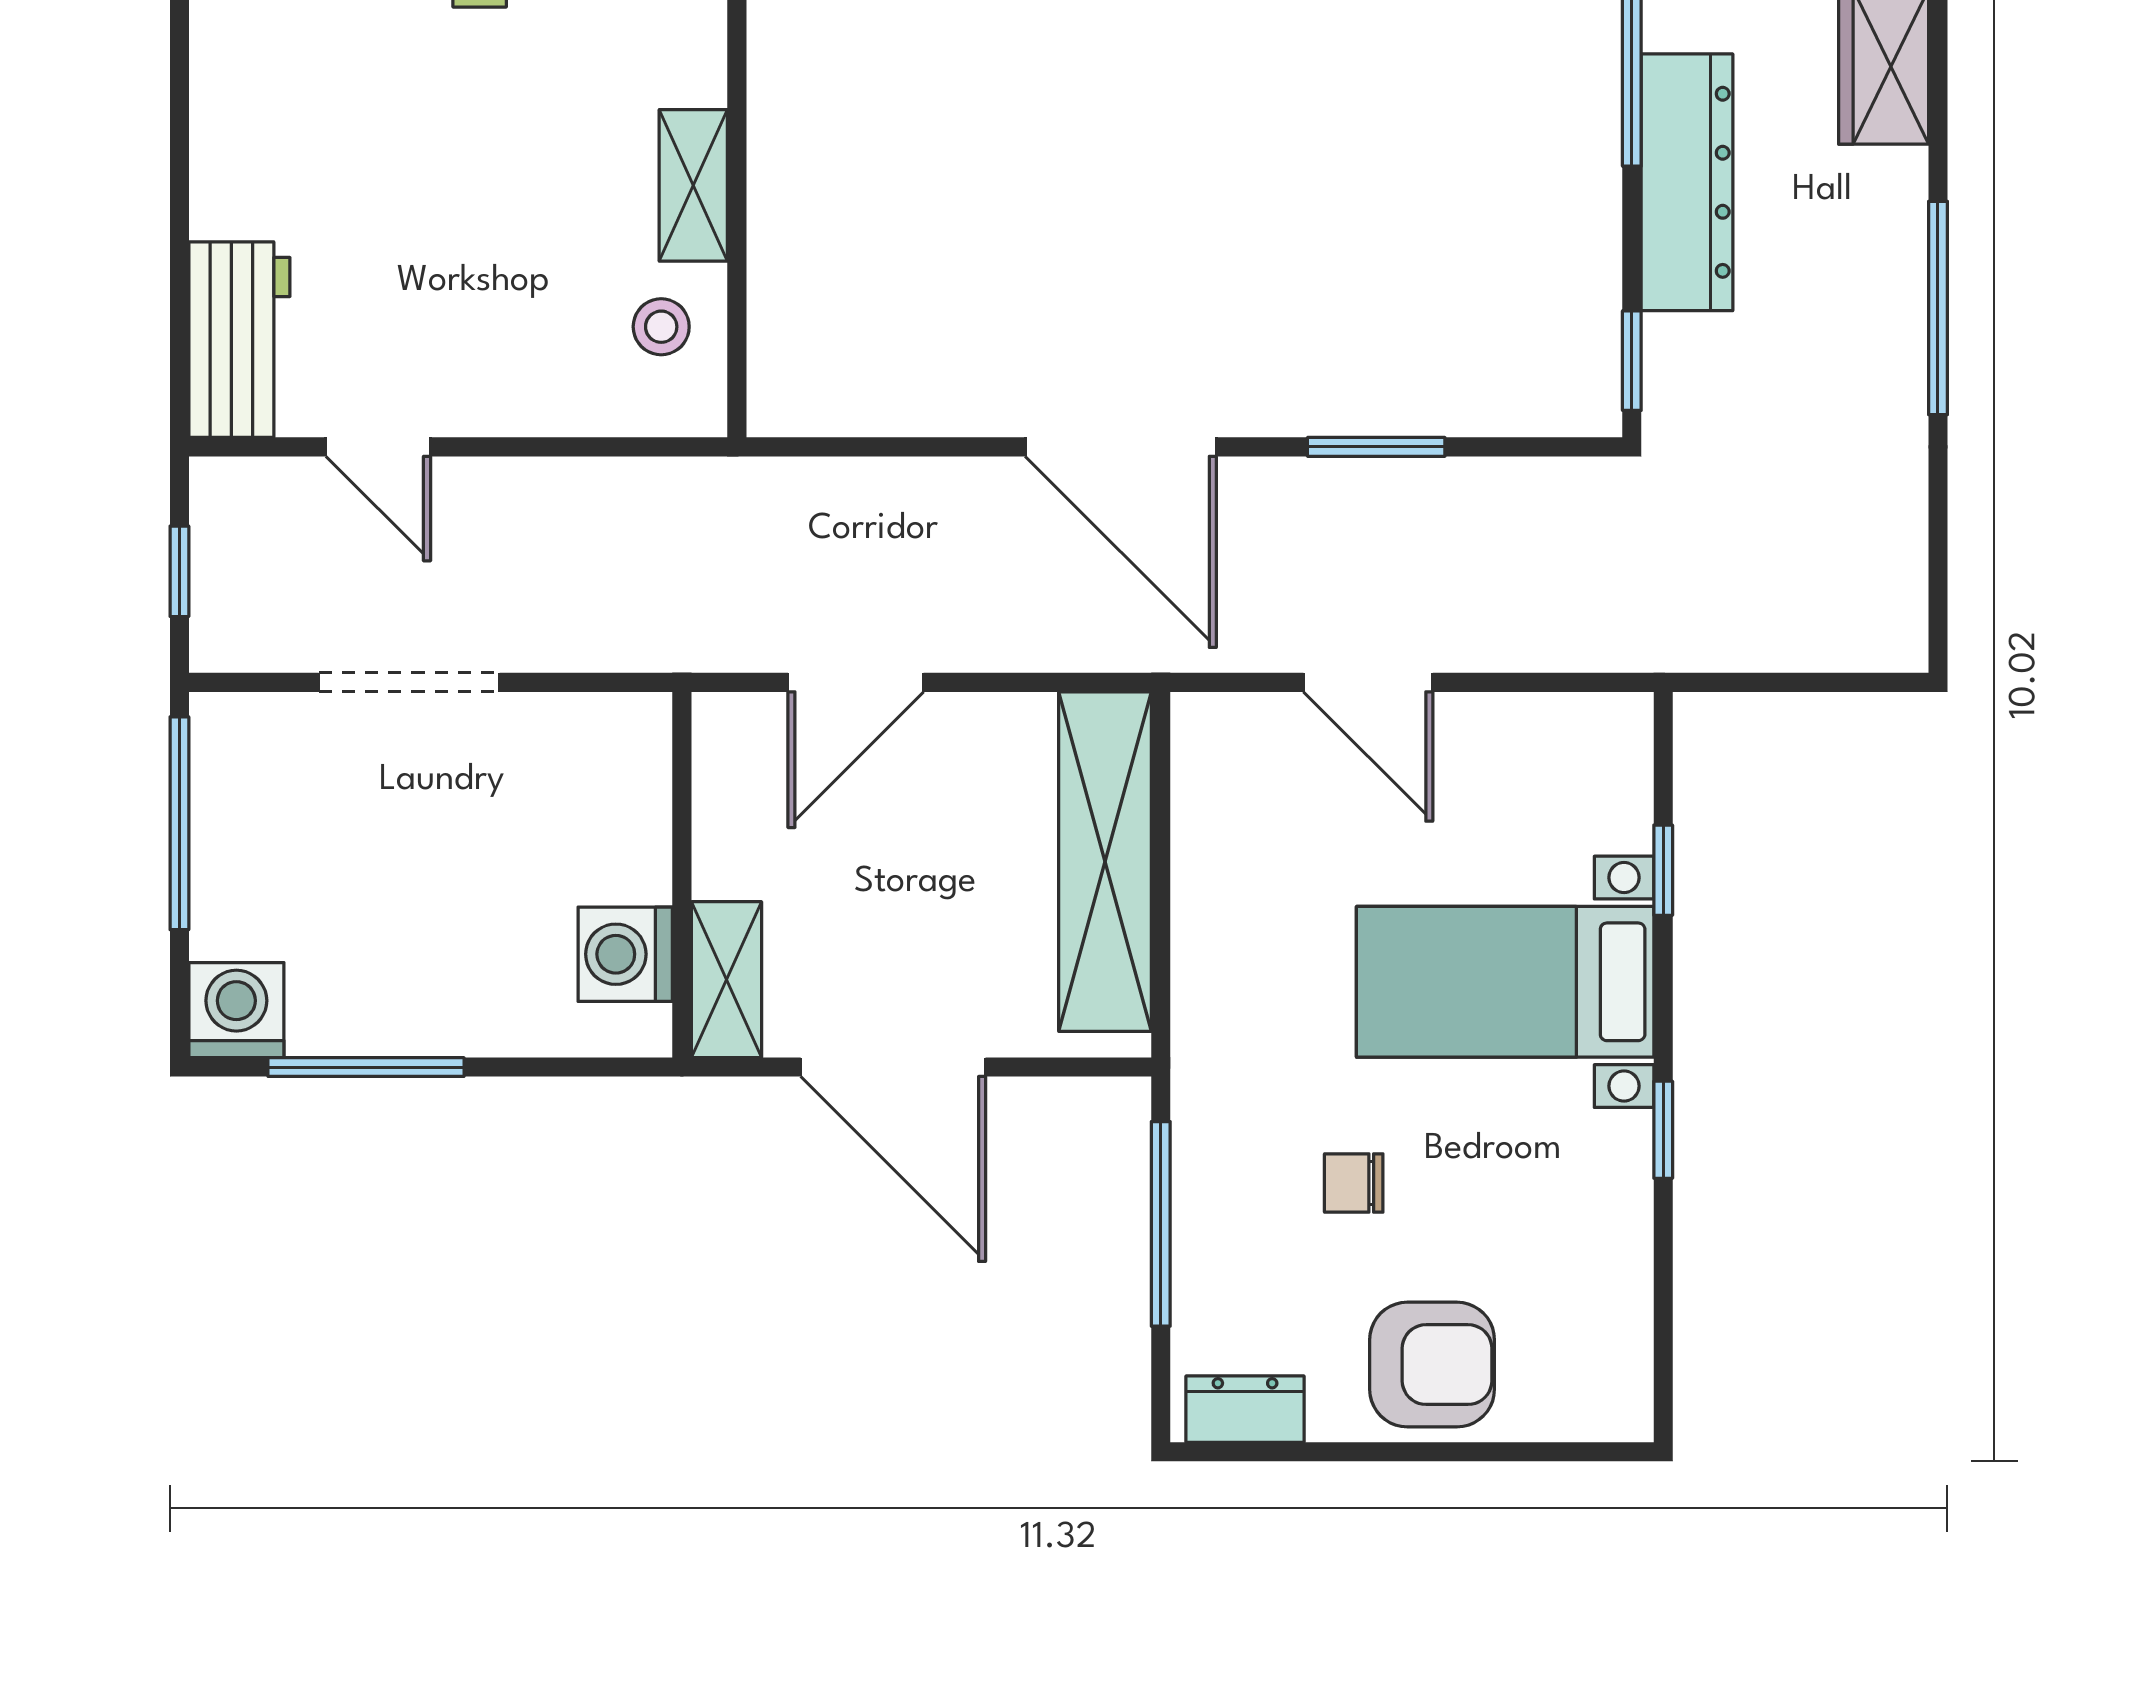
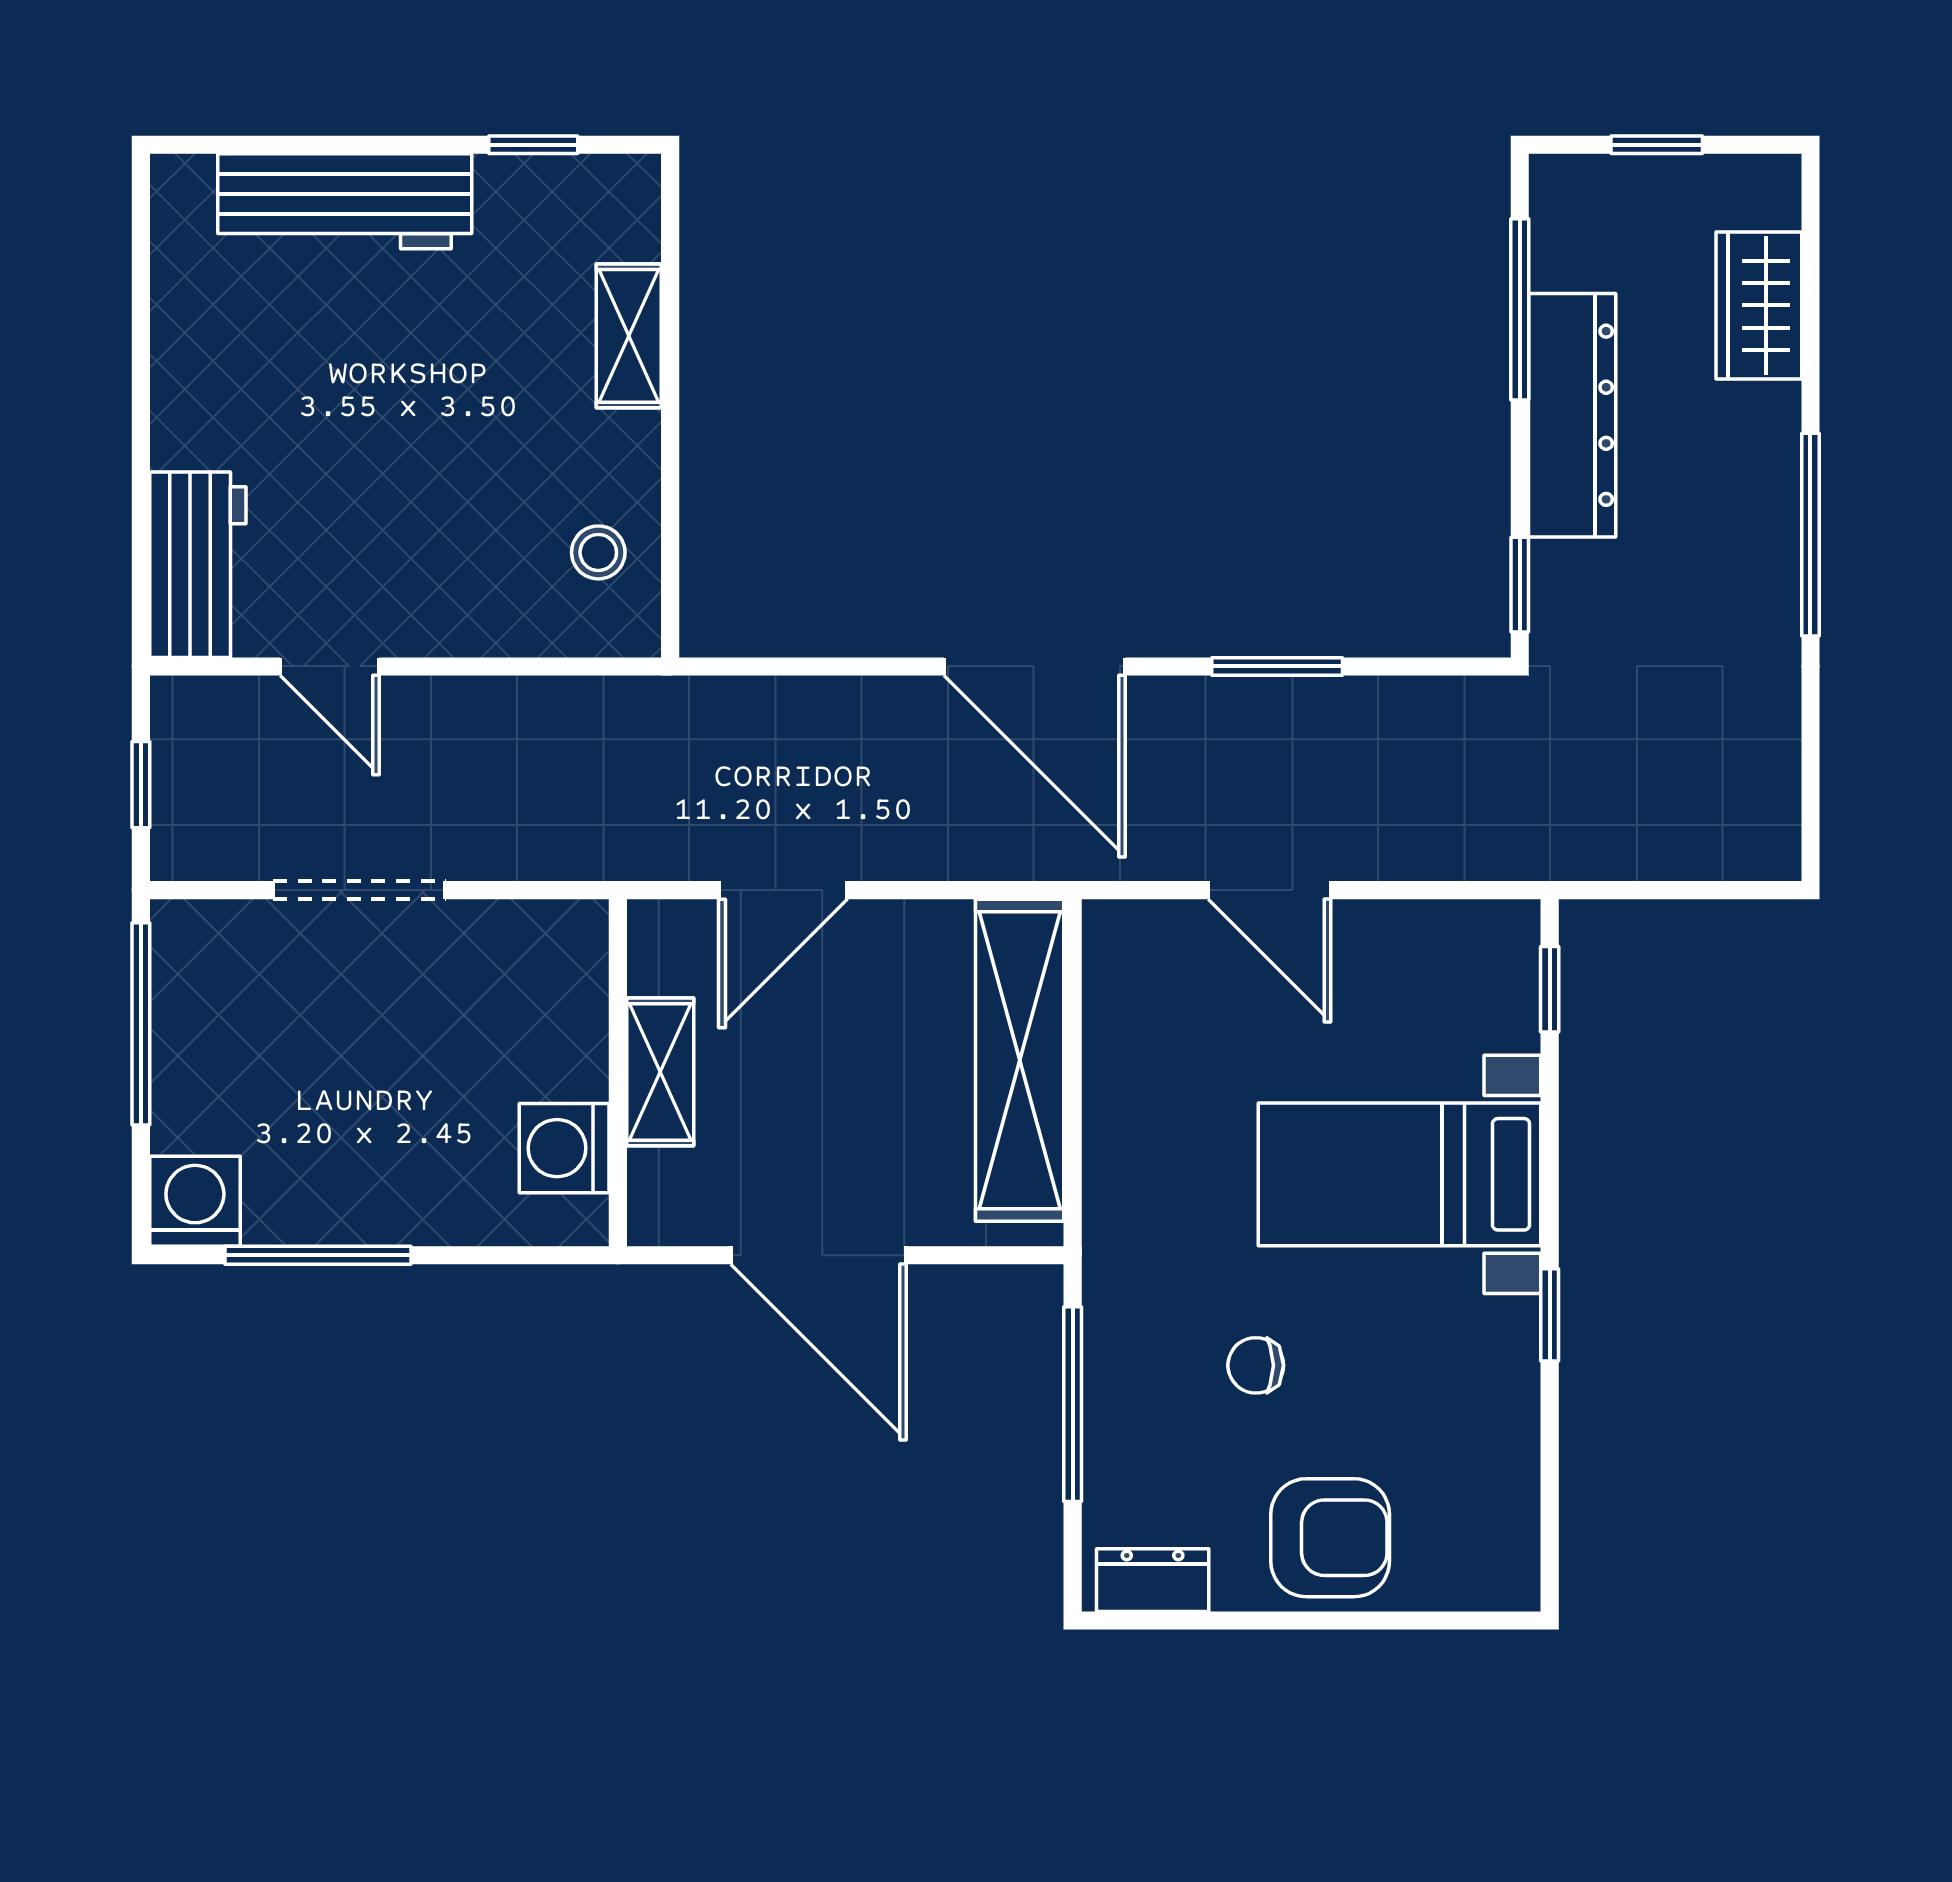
shelving: (693, 185) -> (629, 336), moved
window: (1663, 870) -> (1550, 989), moved
shelving: (726, 980) -> (660, 1072), moved

